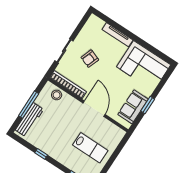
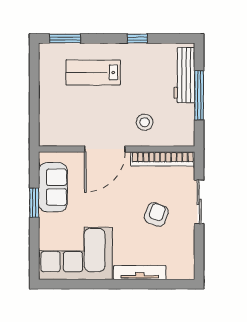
stool: (57, 95) -> (145, 122), moved
door: (94, 109) -> (105, 149), hinge flipped
lab bench: (90, 148) -> (93, 72), moved

